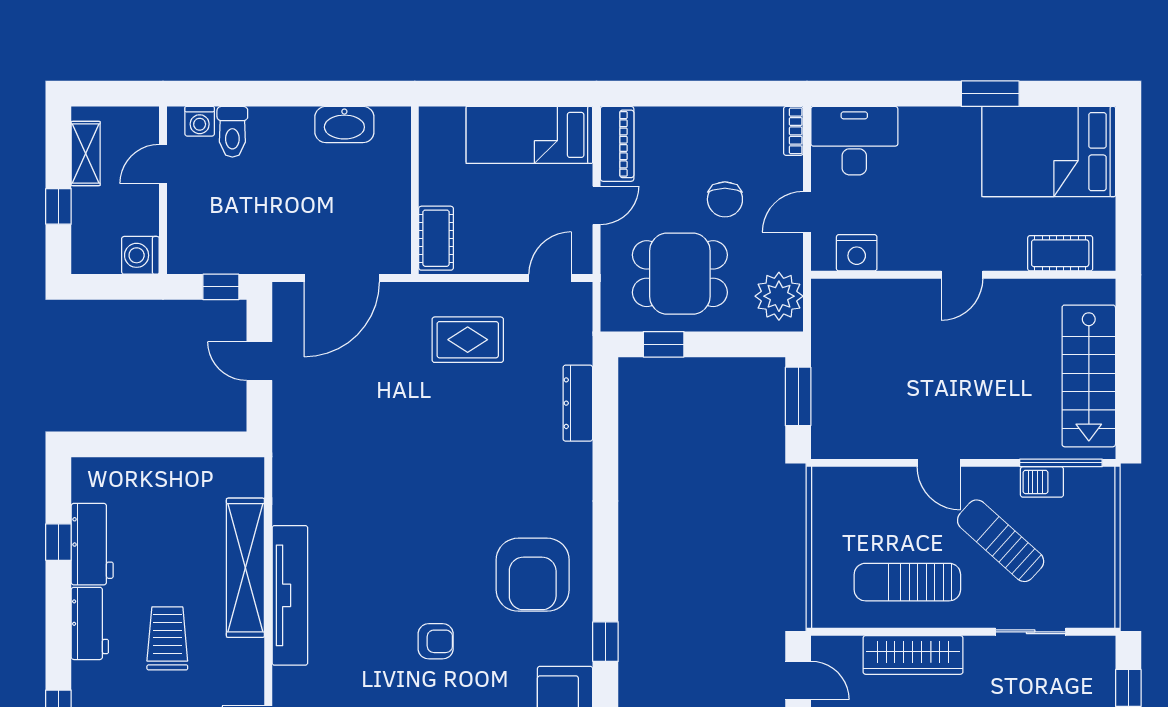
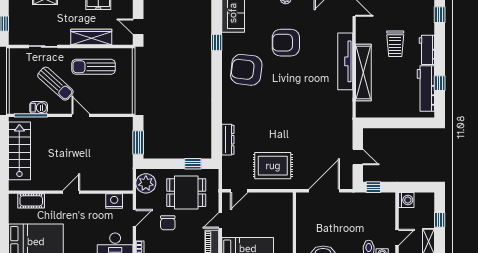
chair: (725, 199) -> (168, 223), turned 180
cot: (436, 238) -> (286, 207), removed
rug: (468, 340) -> (273, 166), width x1.36, depth x1.43
workbench: (92, 544) -> (426, 88), width x1.38
armchair: (533, 575) -> (246, 70), turned -83
sun lounger: (907, 582) -> (93, 67), turned 180
armchair: (436, 641) -> (286, 43), width x1.88, depth x1.88

